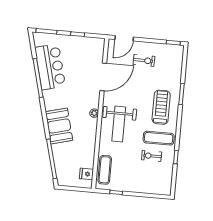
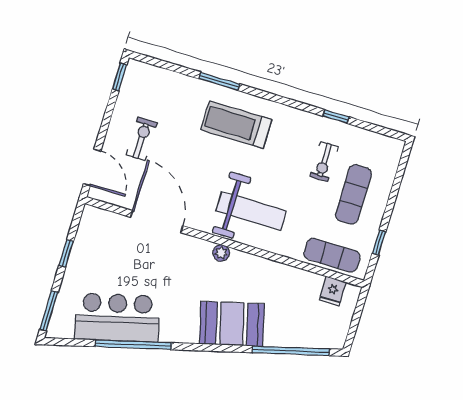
exercise mat: (159, 138) -> (353, 194), moved

